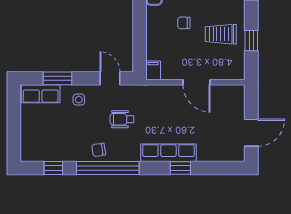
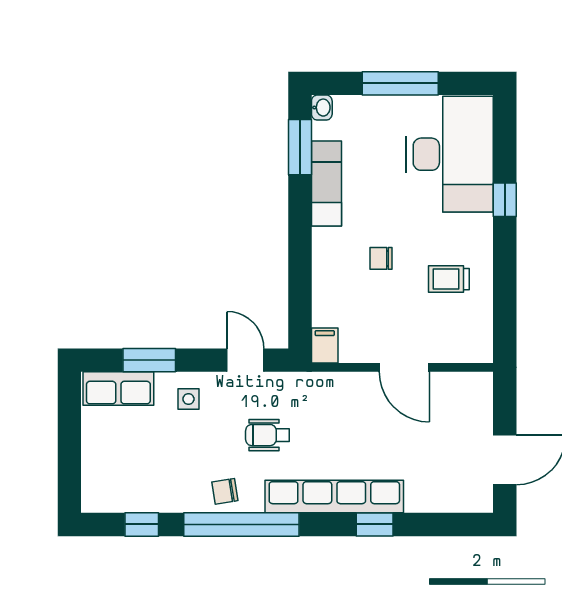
trolley: (221, 34) -> (449, 279), width x0.73, depth x0.72
window: (251, 41) -> (505, 291), removed
row of seats: (168, 153) -> (334, 497), width x1.36

